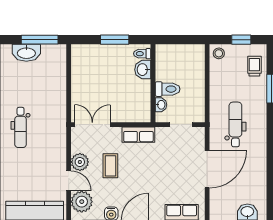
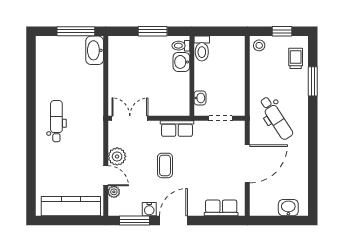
washbasin: (26, 53) -> (95, 50), moved, turned 90
toilet: (168, 89) -> (202, 49), moved, turned 90
dental chair: (235, 124) -> (276, 118), turned 147
dental chair: (21, 127) -> (56, 121), turned 180
coffee table: (110, 166) -> (165, 165), moved
plant: (82, 202) -> (114, 192), width x0.53, depth x0.53

